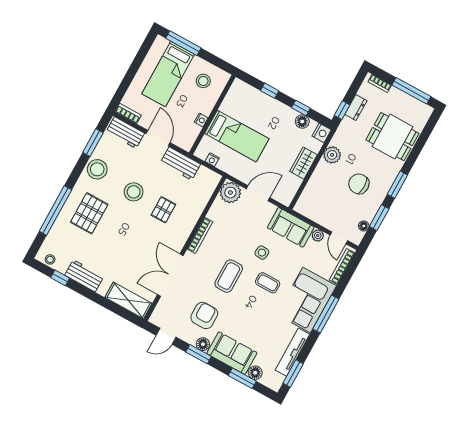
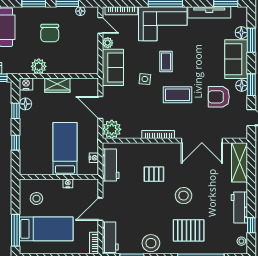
workbench: (180, 164) -> (111, 165), moved
stool: (134, 192) -> (184, 196), moved
door: (339, 238) -> (100, 25), hinge flipped

